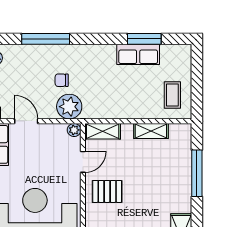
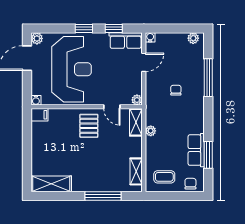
chair: (181, 62) -> (190, 184), added
plant: (69, 107) -> (151, 131), moved, width x0.53, depth x0.53
shelving: (151, 131) -> (136, 171), moved

